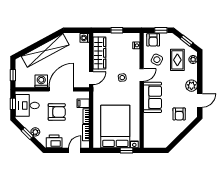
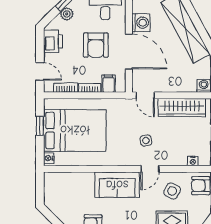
door: (142, 75) -> (150, 169), hinge flipped
window: (127, 150) -> (40, 126), moved

